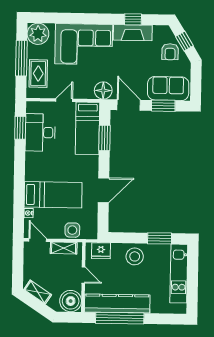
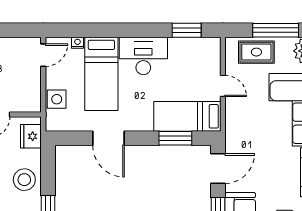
floor lamp: (103, 90) -> (236, 136), removed
desk: (40, 132) -> (143, 56), moved
shelving: (64, 248) -> (34, 88), removed

